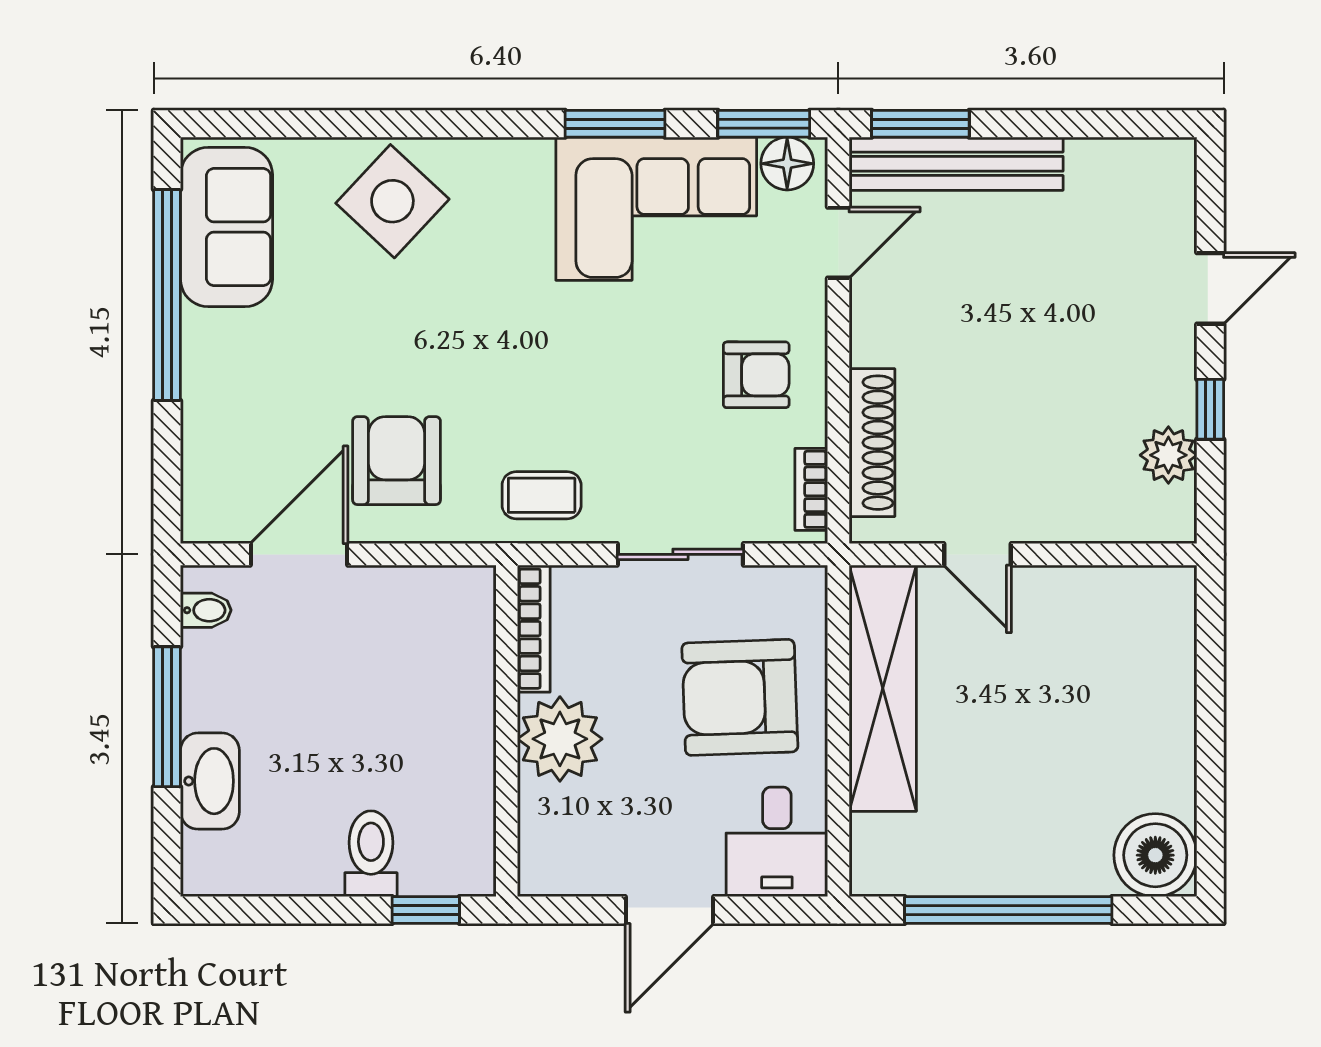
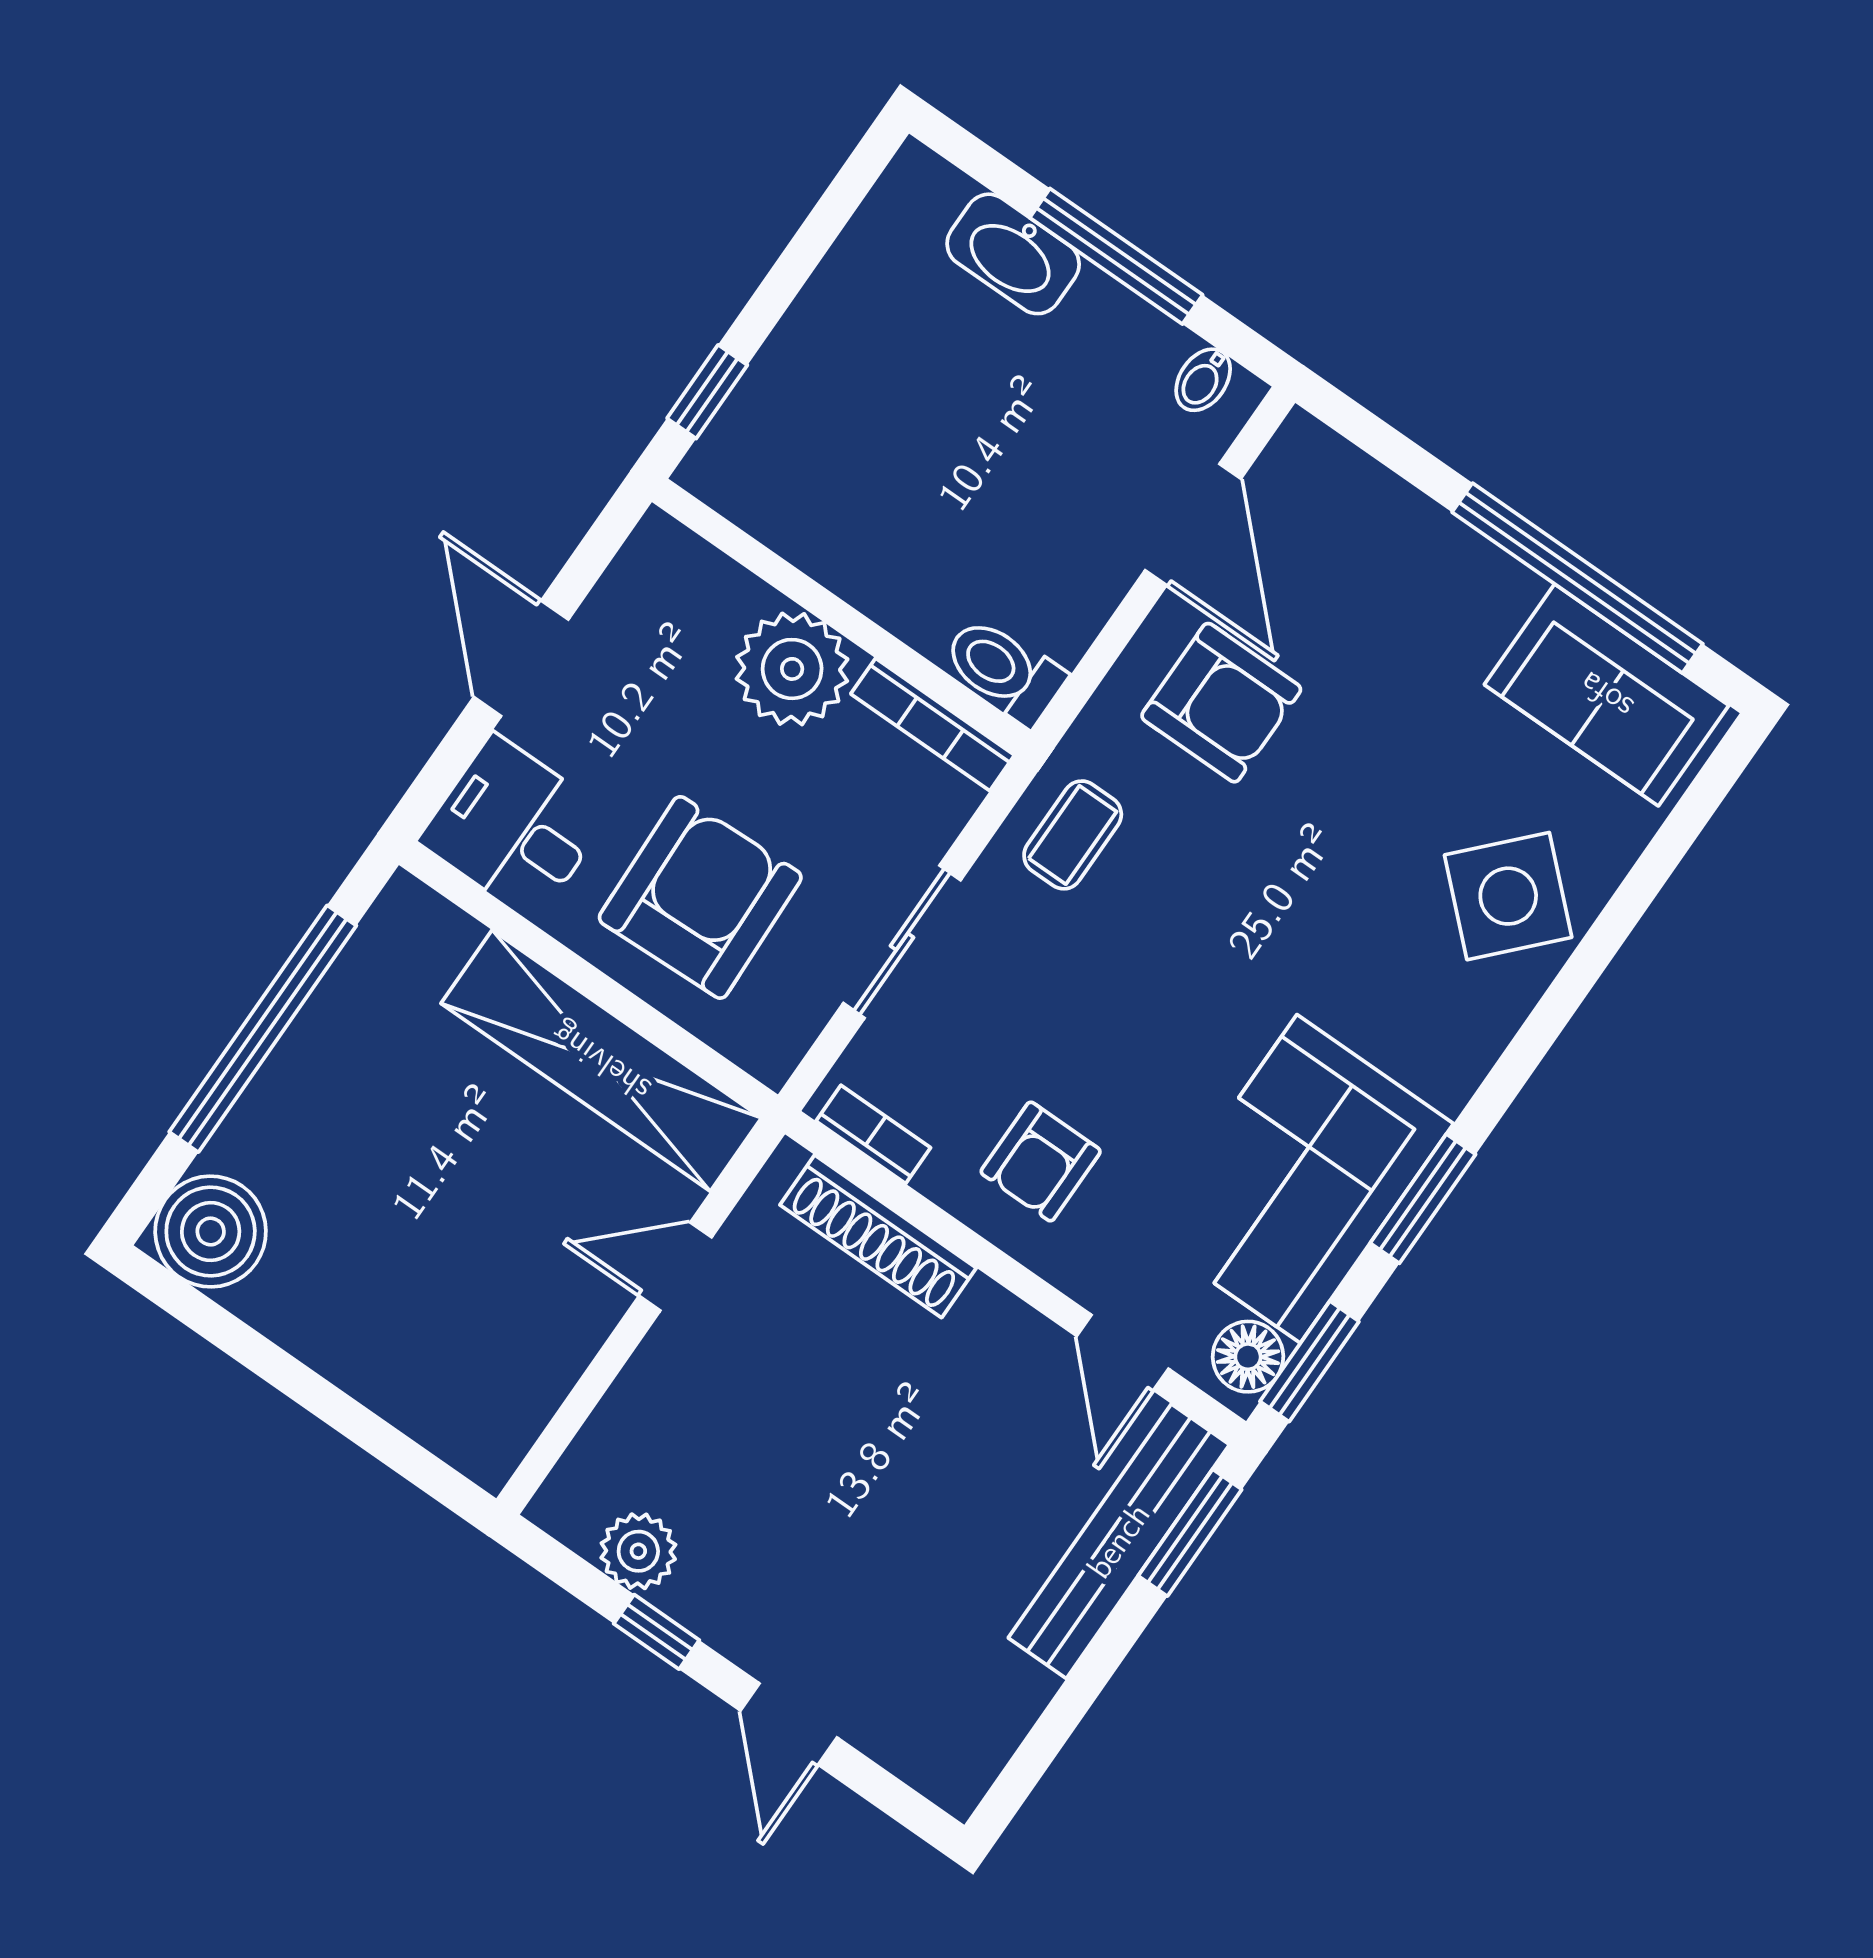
toilet: (371, 854) -> (1004, 670), moved, turned 180

